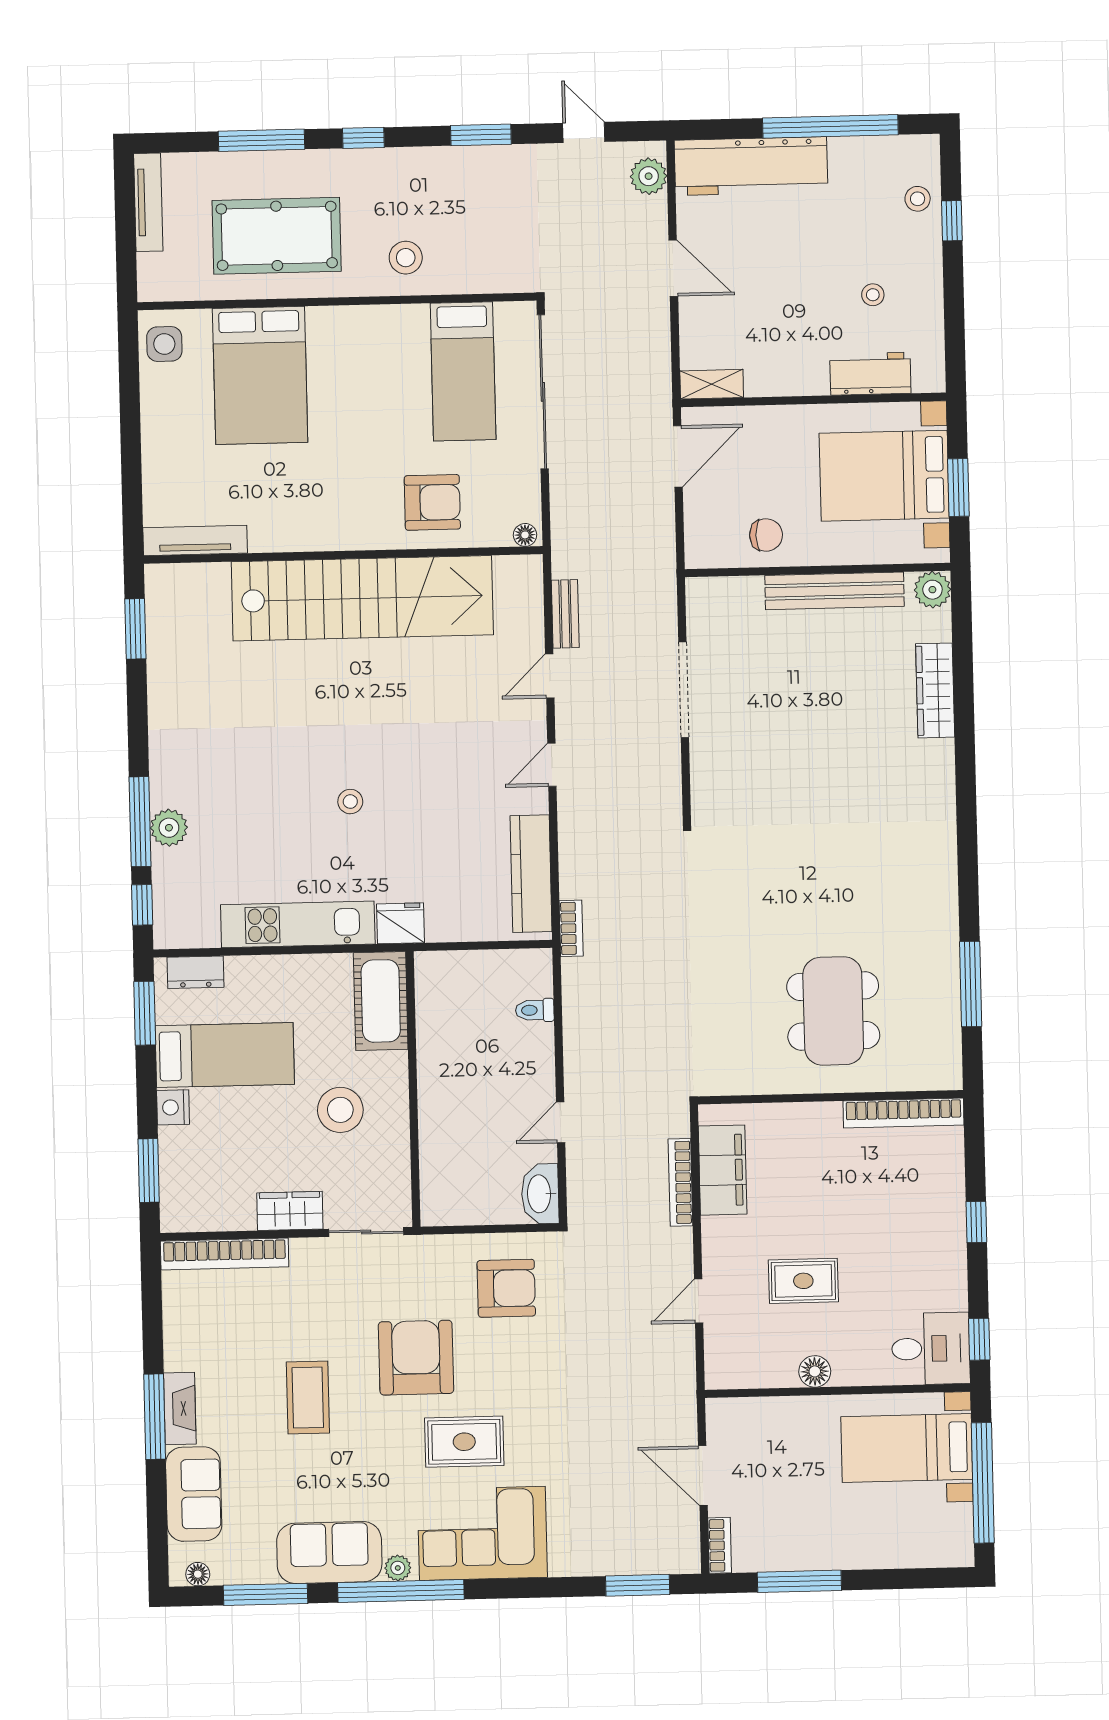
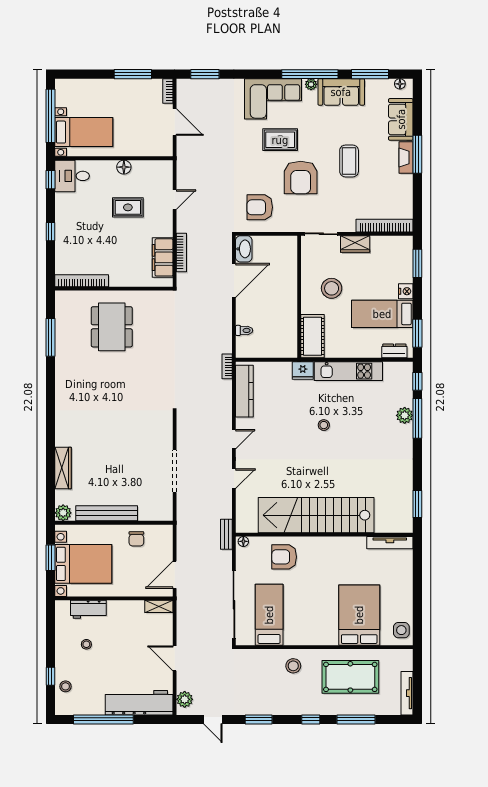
chair: (766, 535) -> (136, 539), turned -90
bench: (565, 614) -> (226, 534), moved
door: (561, 1122) -> (234, 280), width x1.87

